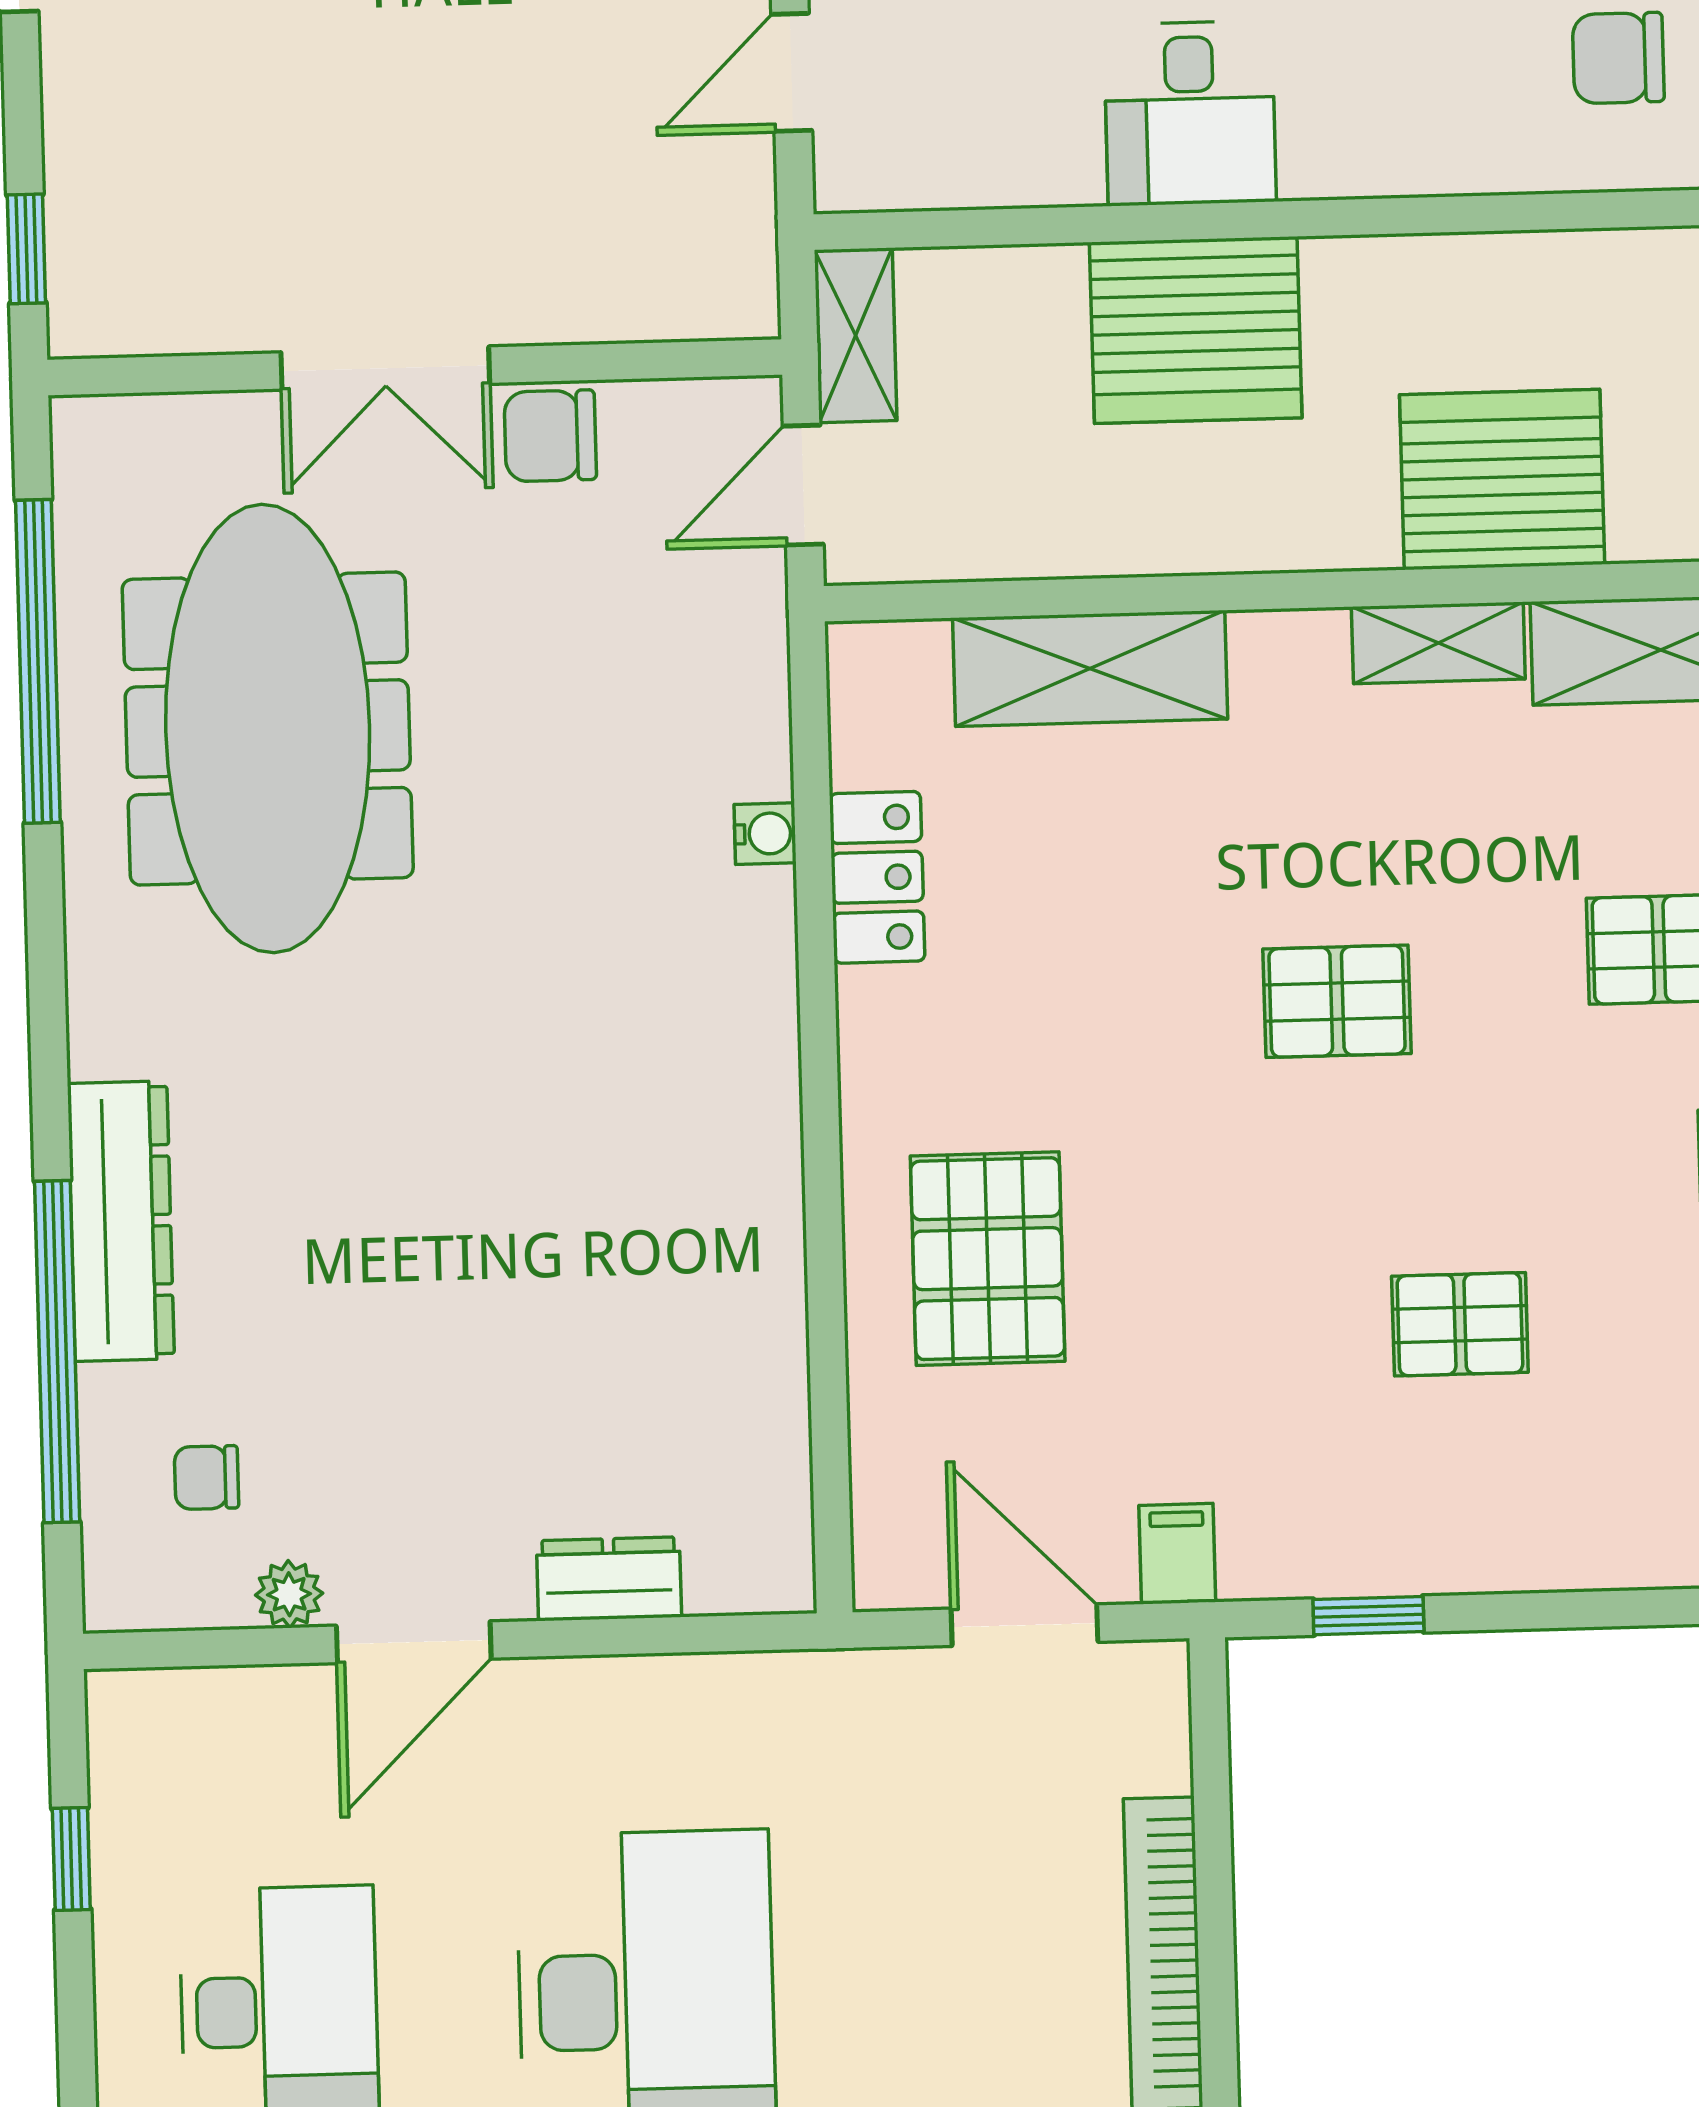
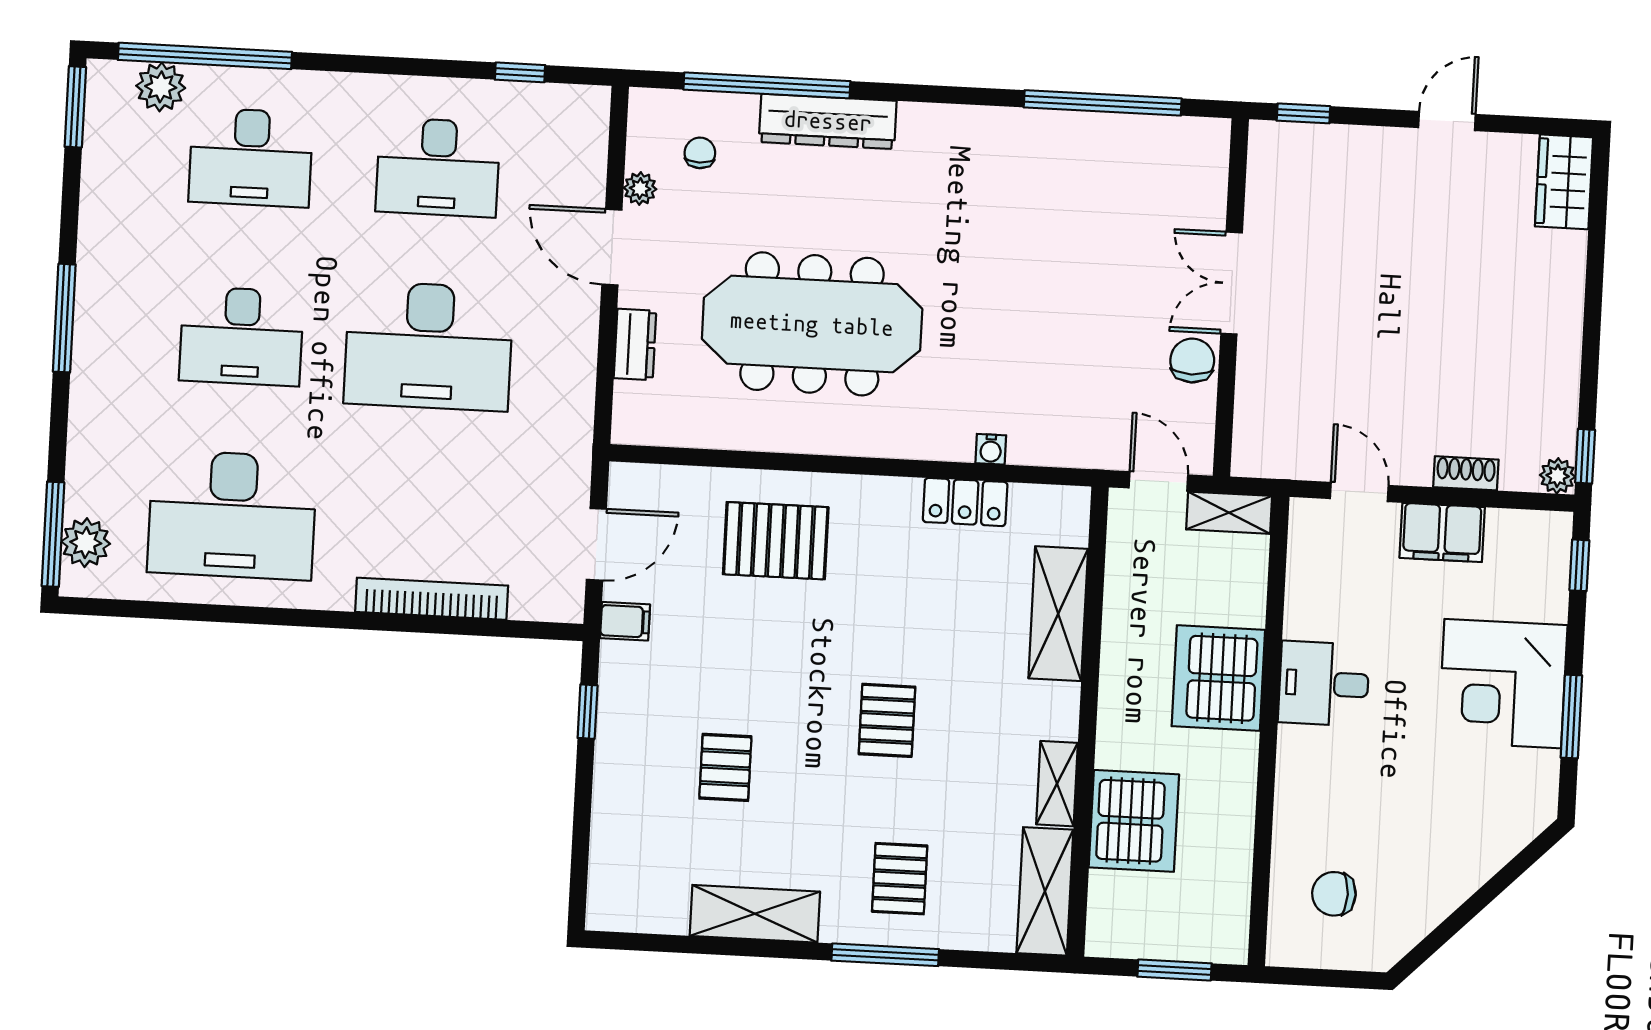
chair: (1618, 58) -> (1334, 894), turned -90
meeting table: (268, 729) -> (812, 324), moved

